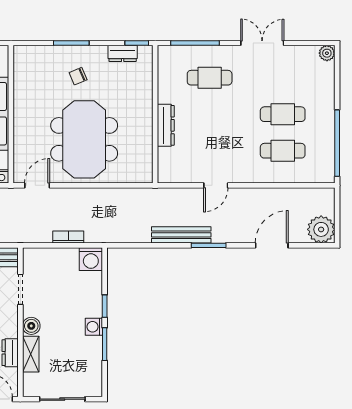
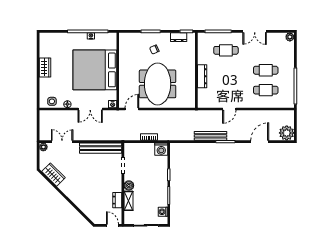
double door: (262, 43) -> (255, 31), swing flipped
washing machine: (94, 327) -> (163, 212), moved

